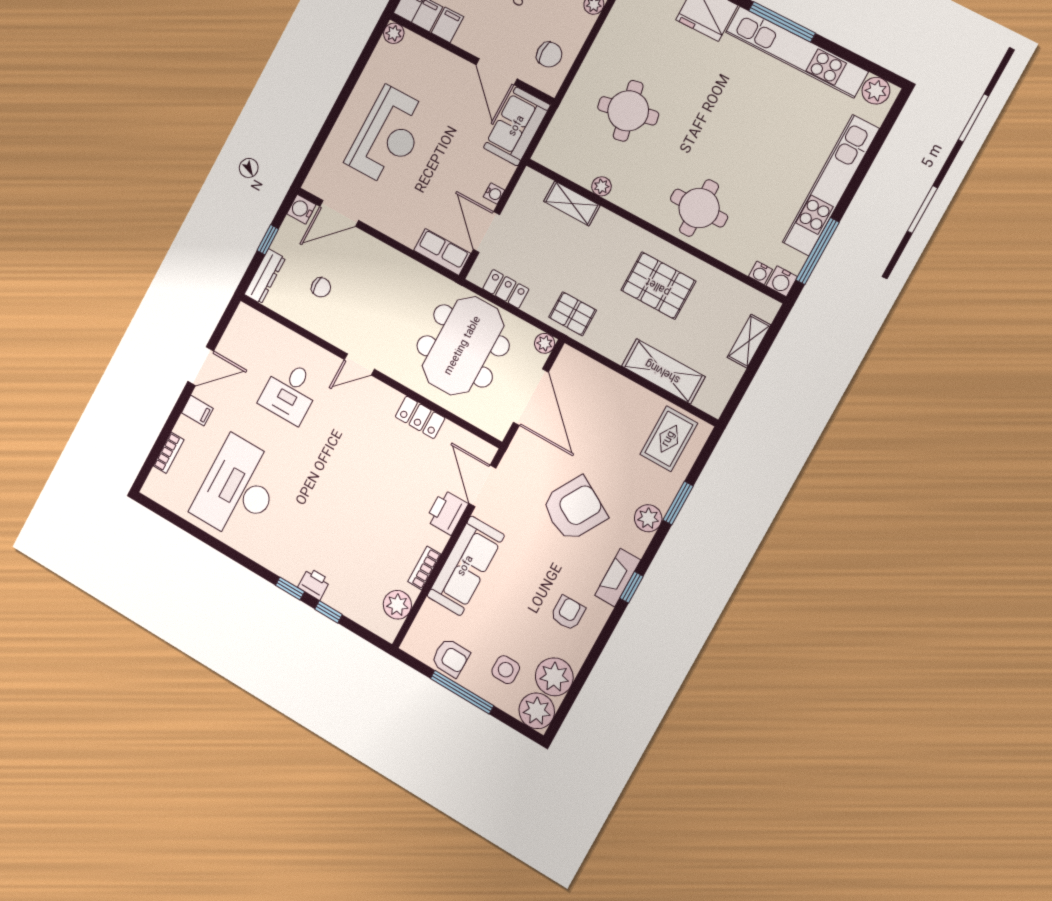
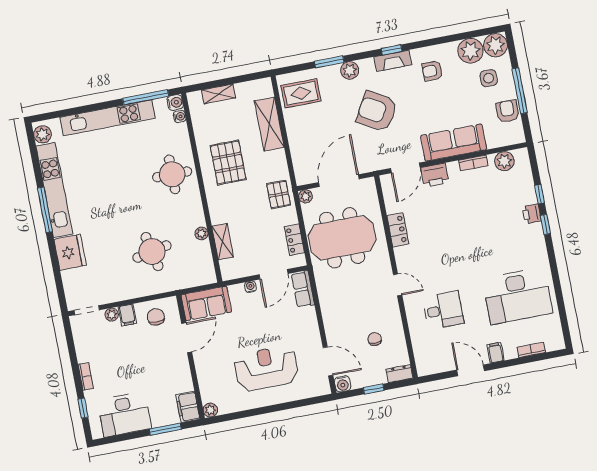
filing cabinet: (447, 25) -> (127, 315), moved, turned -90
dresser: (265, 276) -> (399, 374), width x0.70

